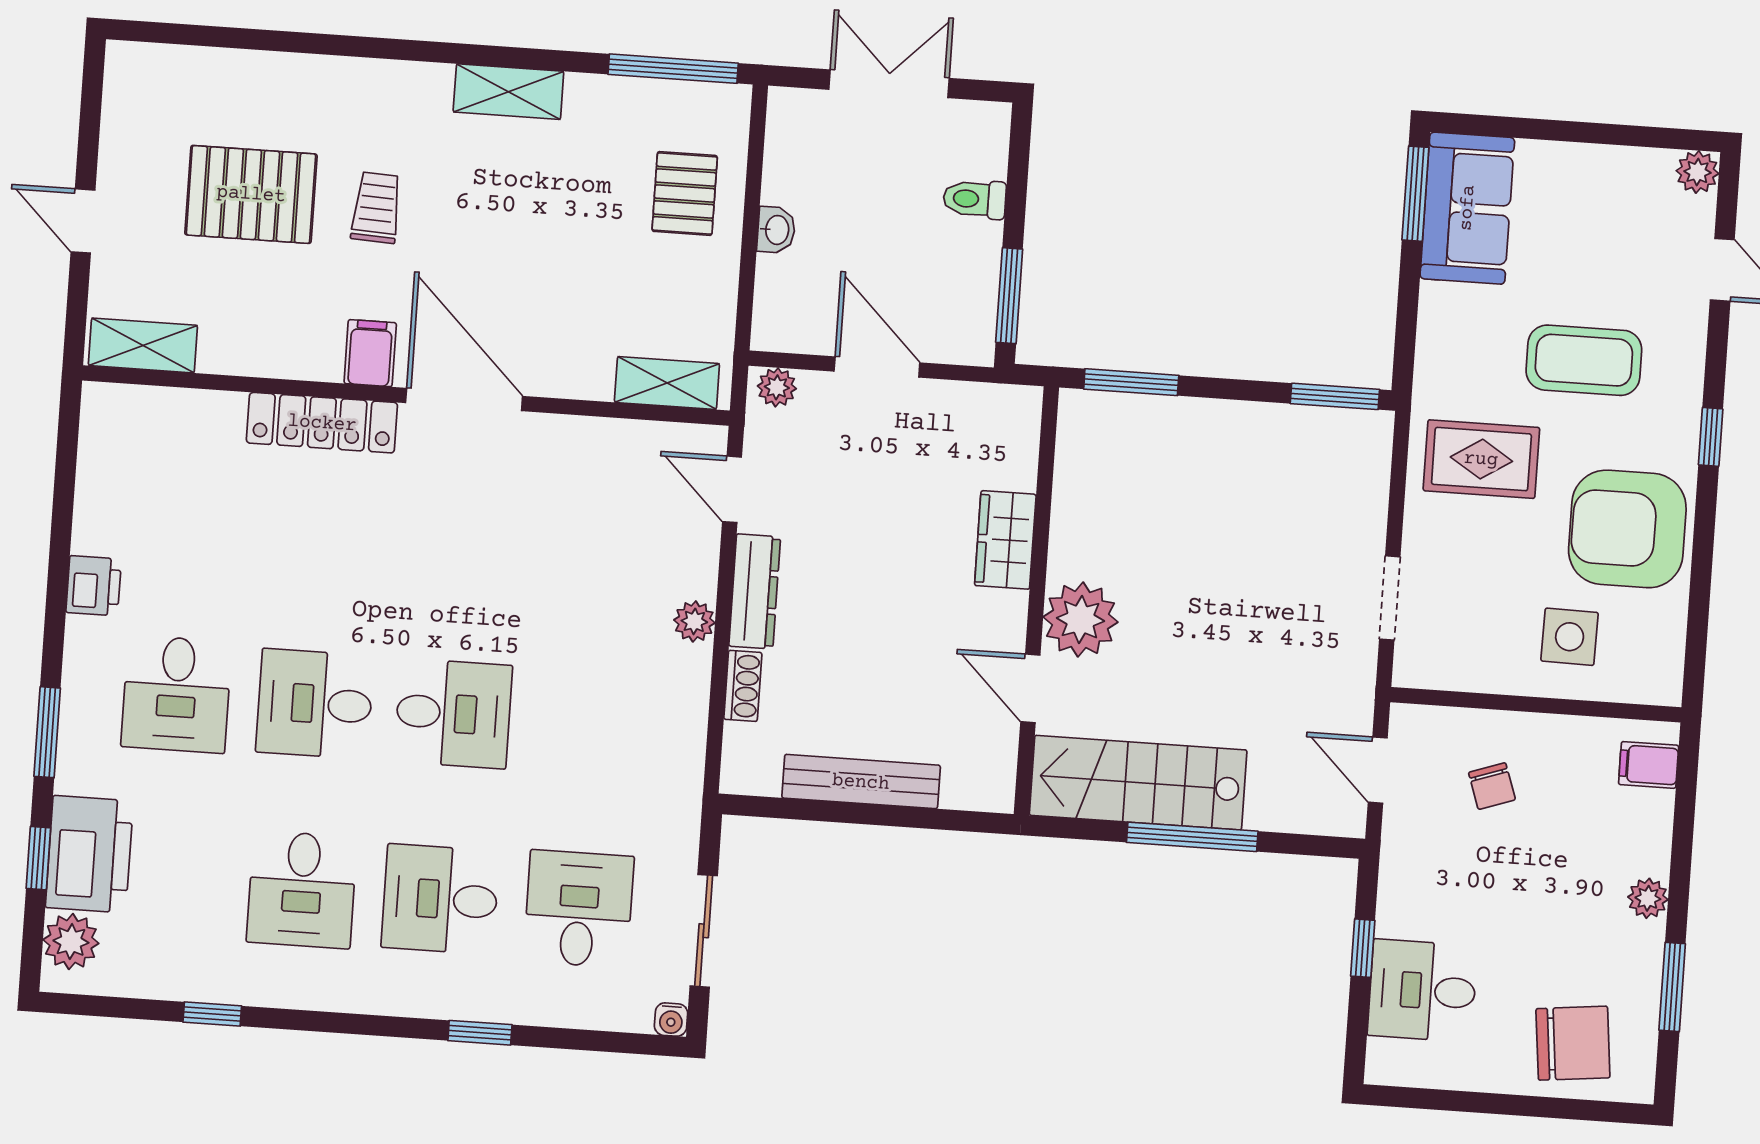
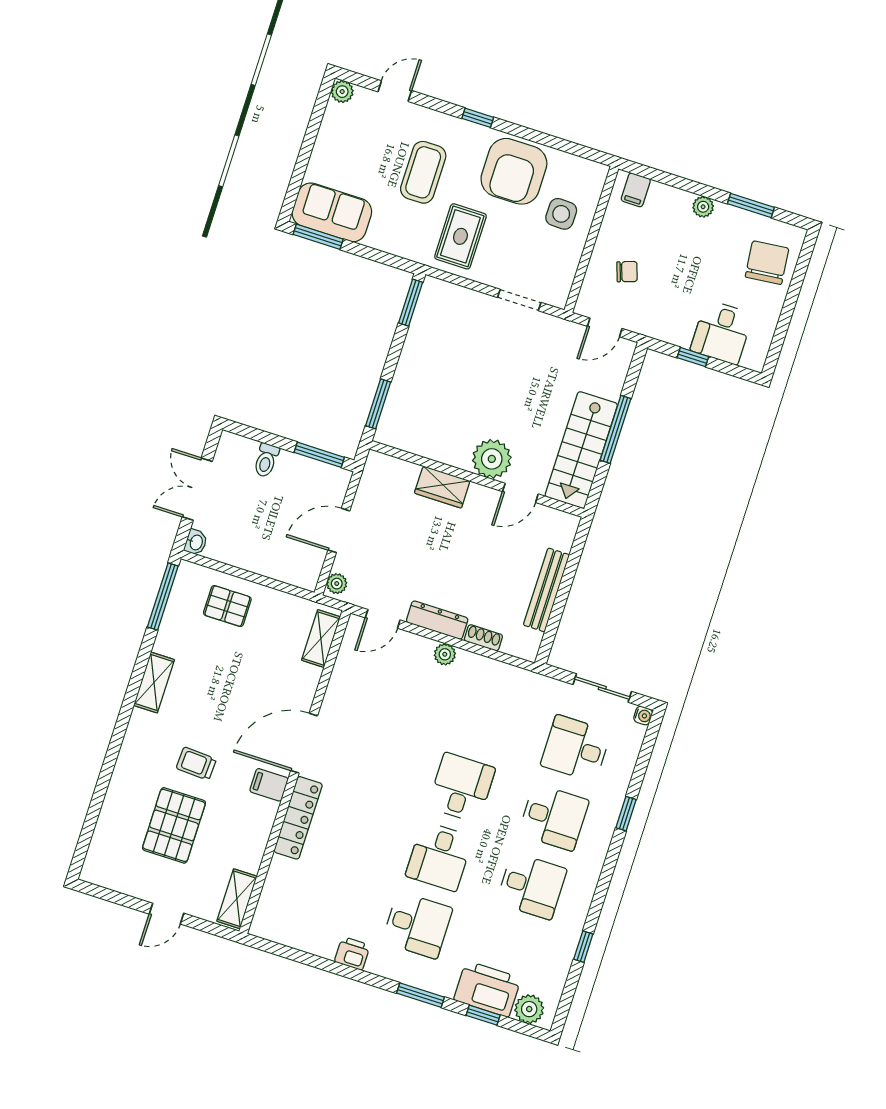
washbasin: (776, 230) -> (196, 542), moved, turned 90
desk: (440, 899) -> (554, 817), turned -90

